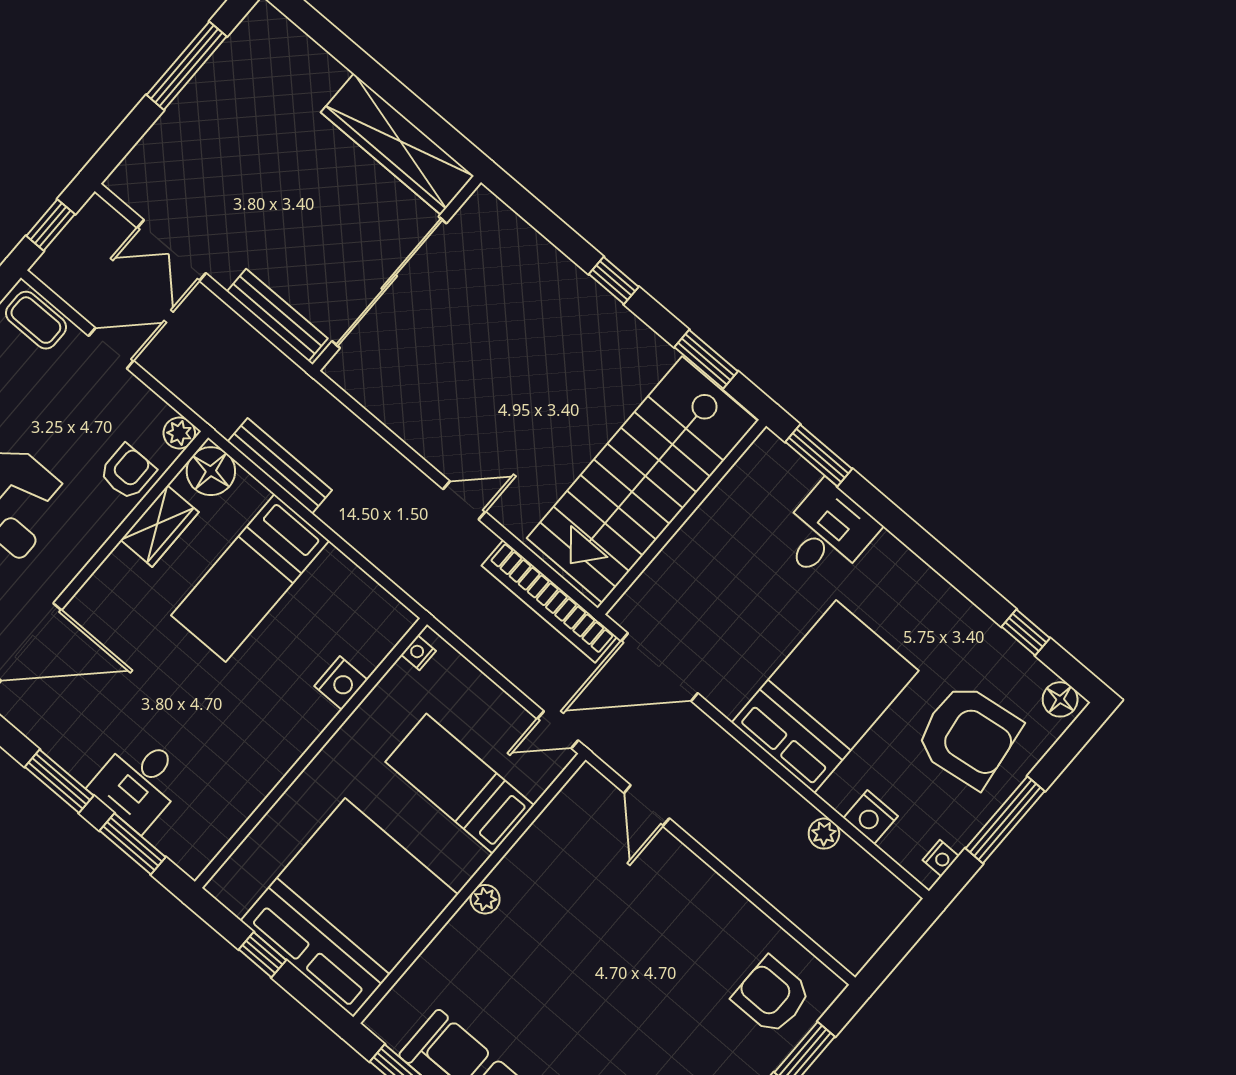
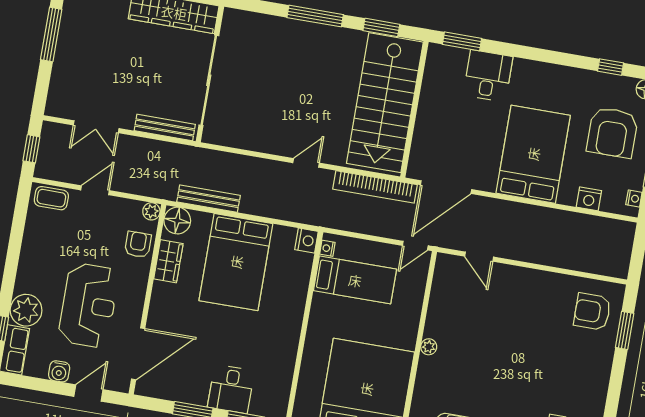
window: (614, 280) -> (315, 16), width x2.17
bed: (250, 578) -> (236, 262), width x1.50
nightstand: (341, 683) -> (307, 241), moved
armchair: (968, 736) -> (612, 132), turned 98
bed: (460, 784) -> (355, 280), moved, turned 180
plant: (824, 834) -> (571, 220), removed

